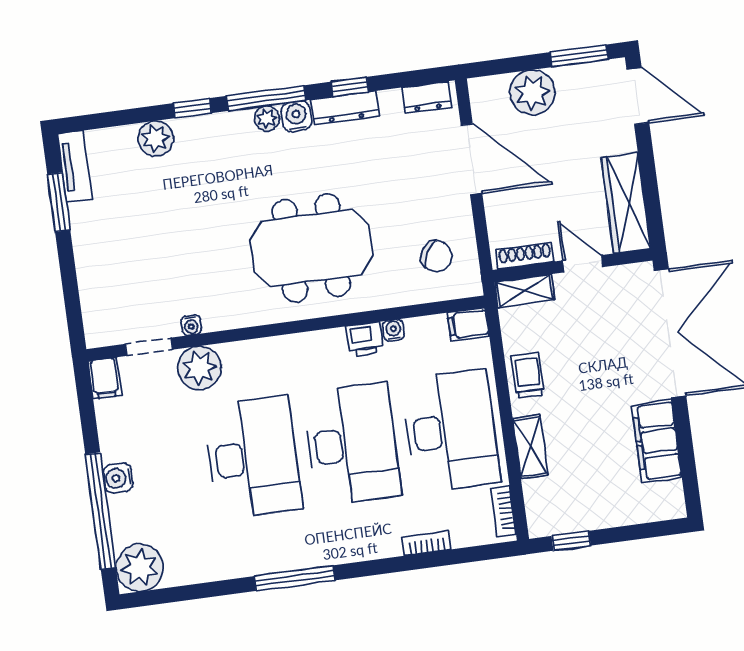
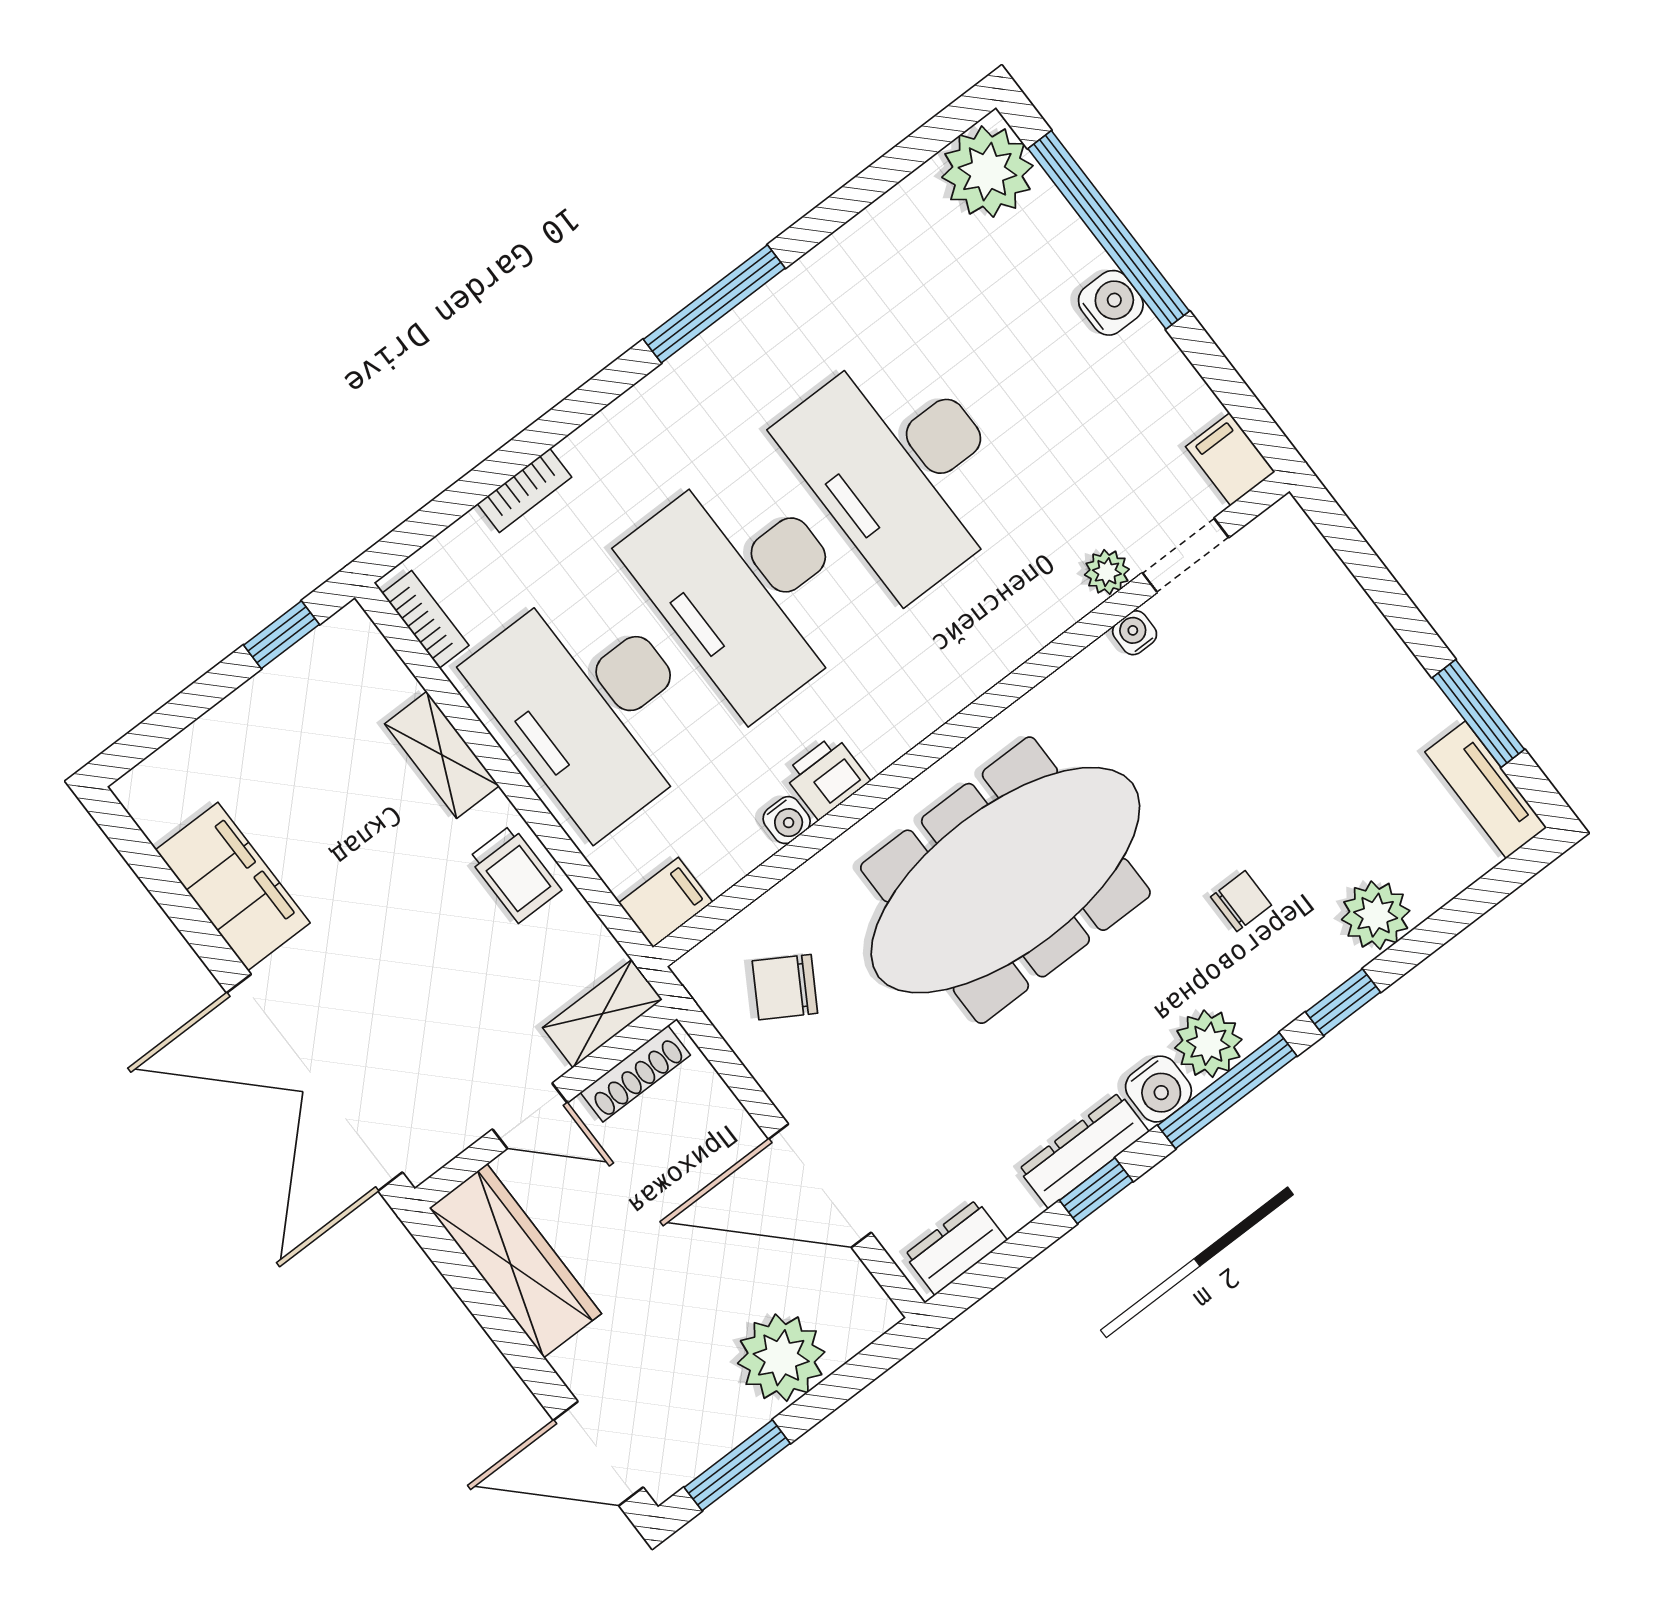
plant: (267, 118) -> (1208, 1044), width x1.38, depth x1.38
chair: (212, 179) -> (1241, 901), added
meeting table: (311, 248) -> (1005, 880), width x1.36
plant: (200, 368) -> (1107, 572), width x0.53, depth x0.53

